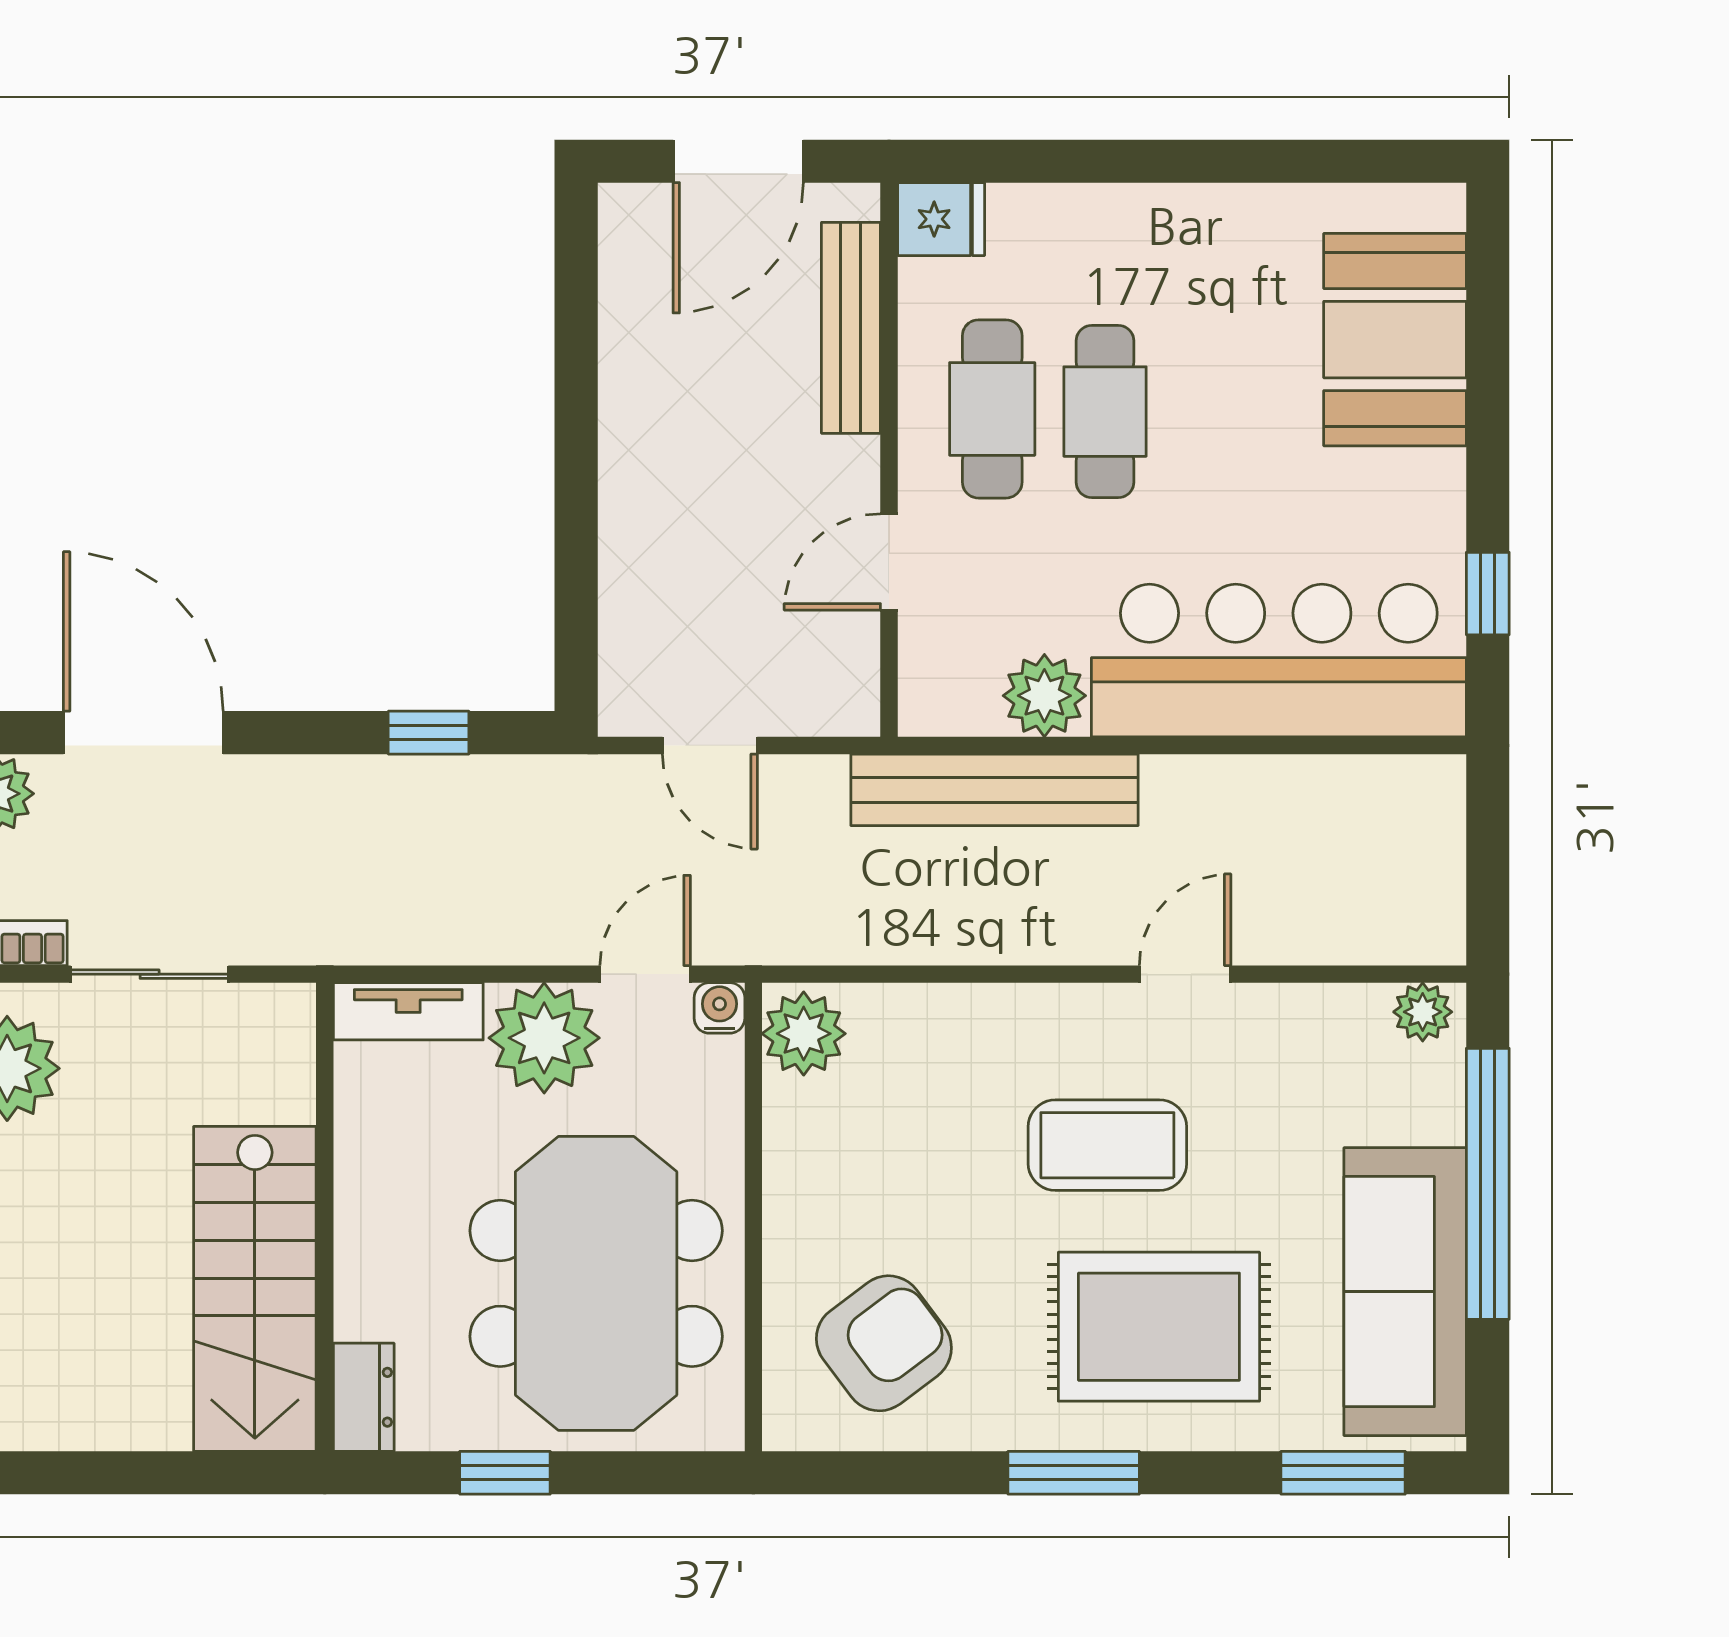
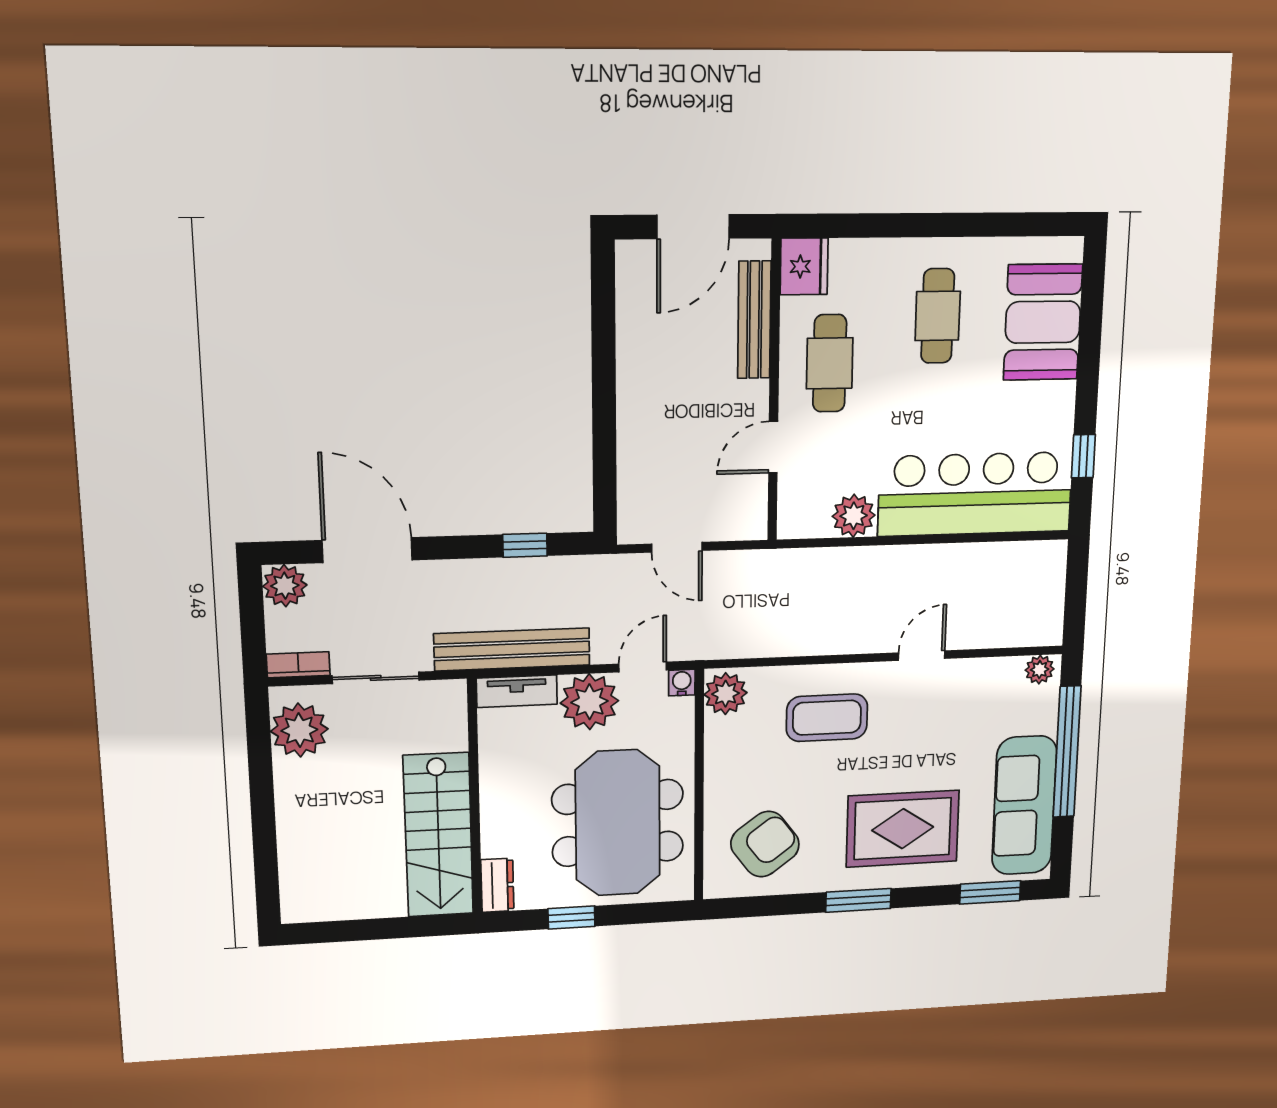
fridge: (941, 219) -> (804, 266), width x1.38
cafe table: (1105, 412) -> (938, 316), moved
bench: (994, 790) -> (512, 649), moved
coffee table: (1107, 1145) -> (827, 718), moved

